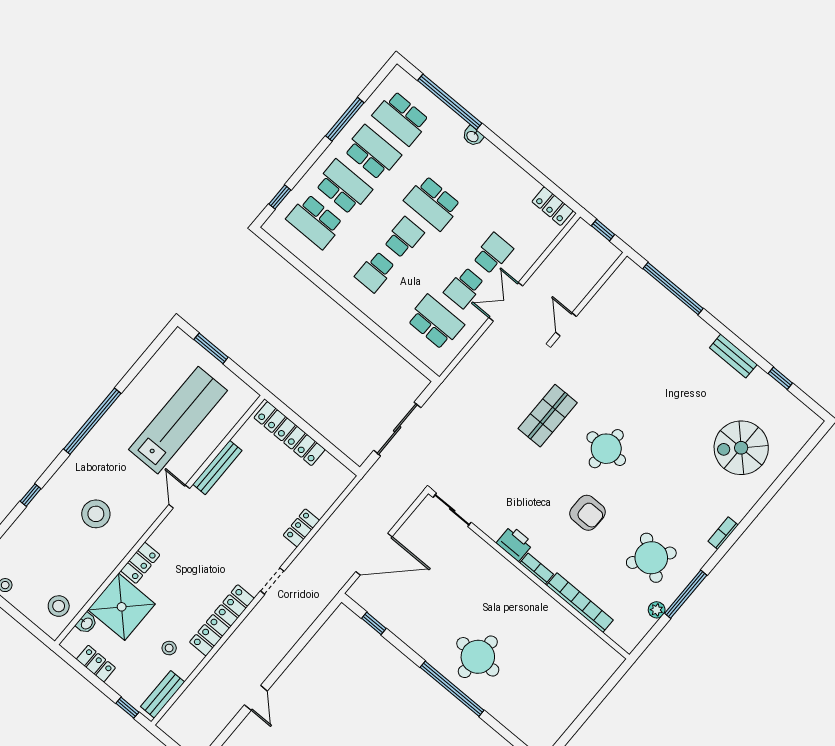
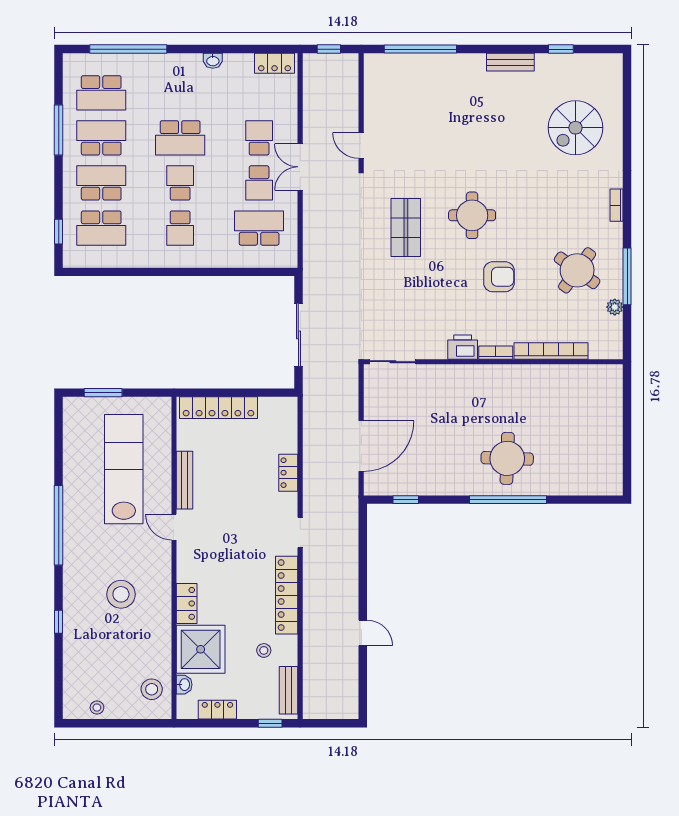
washbasin: (473, 136) -> (213, 61), moved

